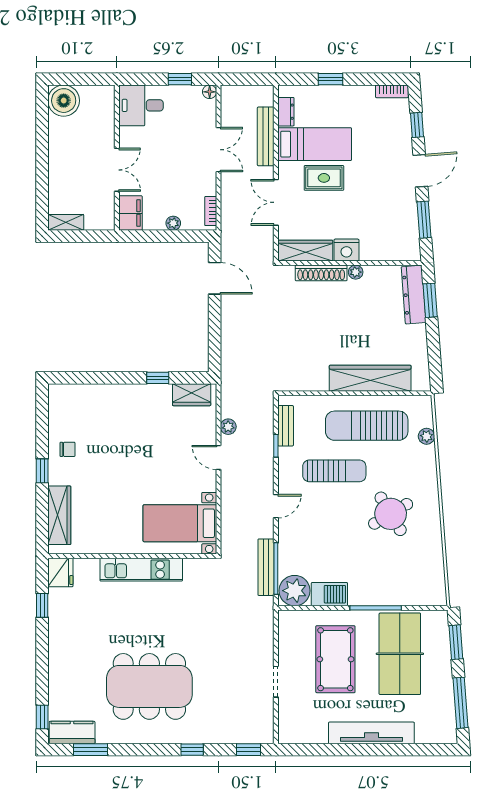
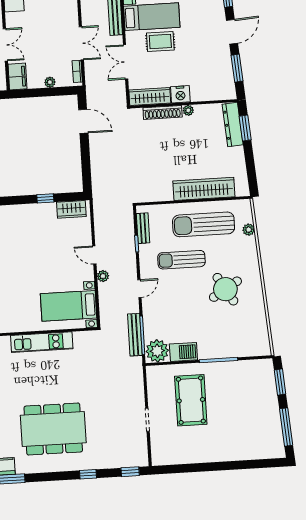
double door: (218, 150) -> (81, 43), moved
plant: (228, 427) -> (103, 276), moved
sun lounger: (334, 471) -> (181, 260), turned 180
table tennis table: (400, 654) -> (239, 393), removed
tv unit: (371, 733) -> (221, 454), removed

